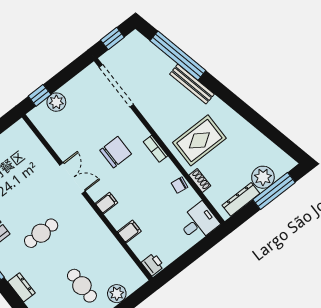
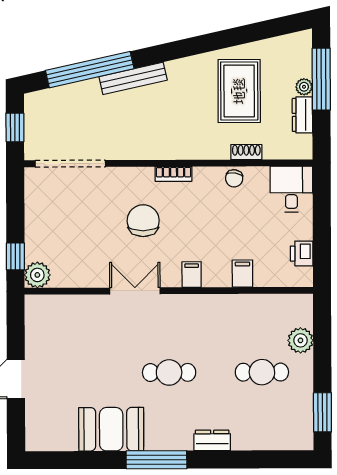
plant: (56, 102) -> (37, 275), moved
rug: (199, 140) -> (239, 91), moved
plant: (263, 177) -> (304, 87), width x0.53, depth x0.53
dresser: (241, 199) -> (302, 115), width x0.70
cafe table: (41, 233) -> (169, 372), turned 90
printer: (153, 264) -> (302, 254), moved, turned -90

